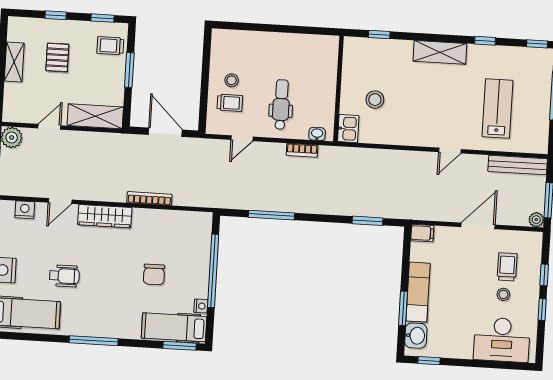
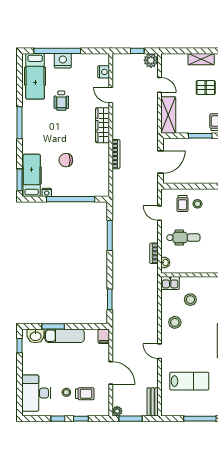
stool: (408, 125) -> (175, 322), added
bench: (518, 165) -> (153, 402), width x0.73

